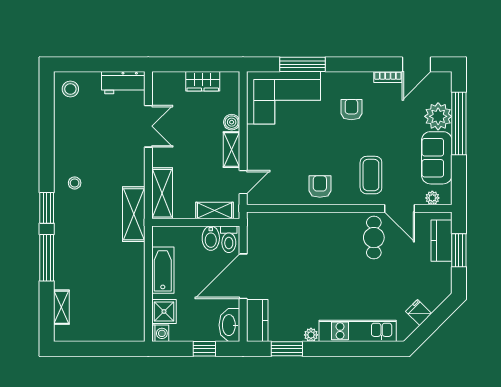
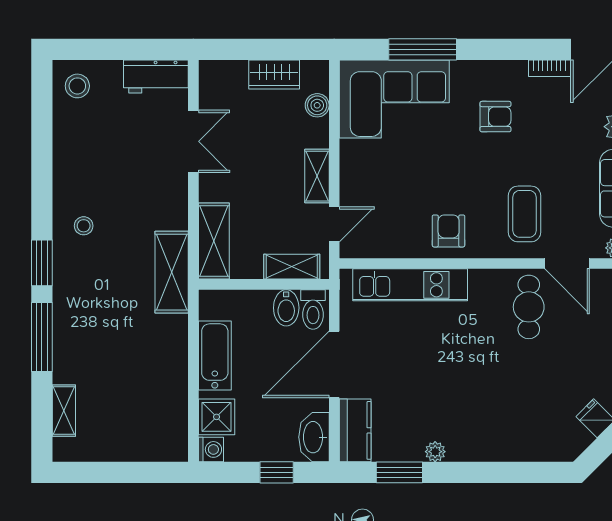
armchair: (351, 110) -> (495, 117), turned 90
boiler: (232, 122) -> (317, 105), moved
kitchen unit: (358, 331) -> (410, 285), moved, turned 180

